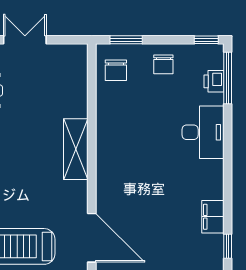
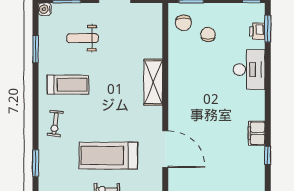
chair: (163, 64) -> (208, 34), moved, turned 180
window: (228, 78) -> (268, 29), width x0.69

